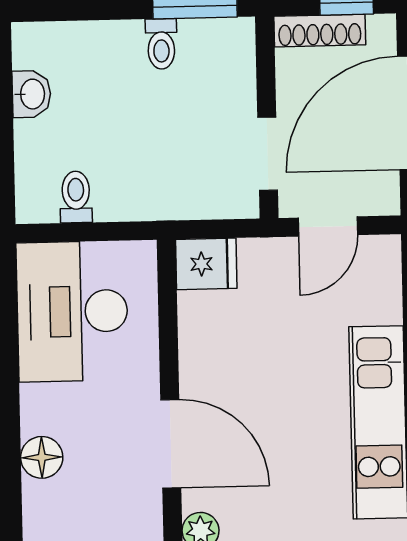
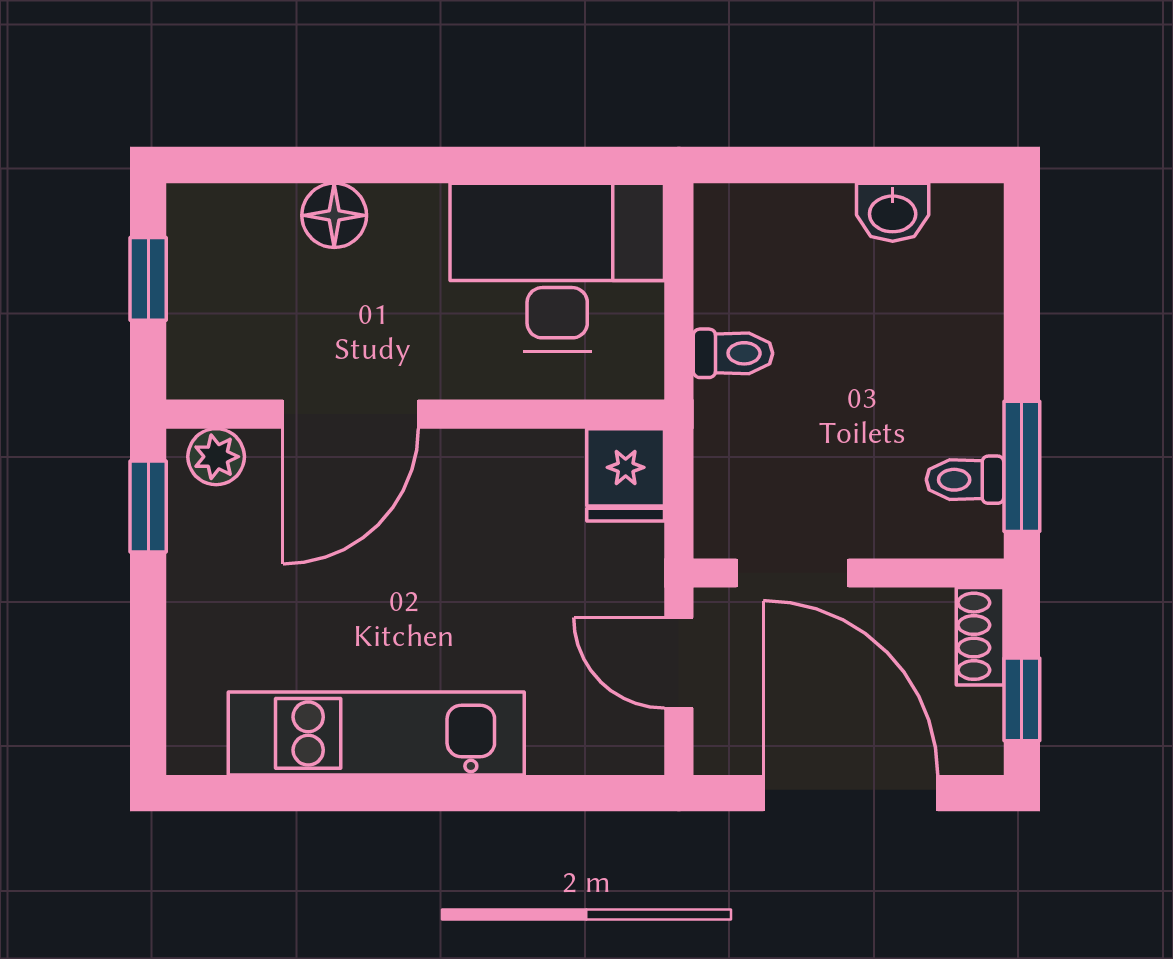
shoe rack: (320, 31) -> (980, 636), width x0.70
toilet: (161, 44) -> (965, 480), moved
toilet: (76, 197) -> (733, 353), moved

